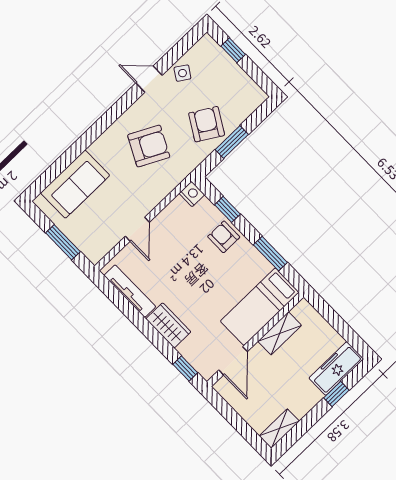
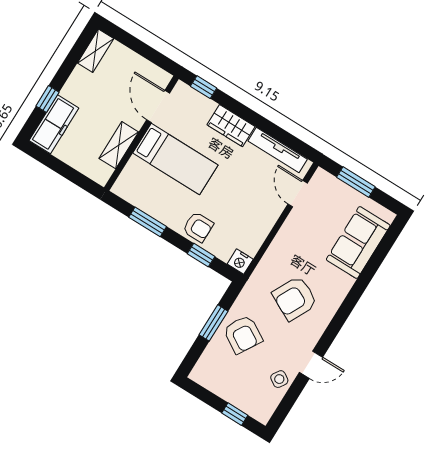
door: (137, 229) -> (298, 194), moved
bed: (260, 307) -> (175, 159), moved, turned 90

